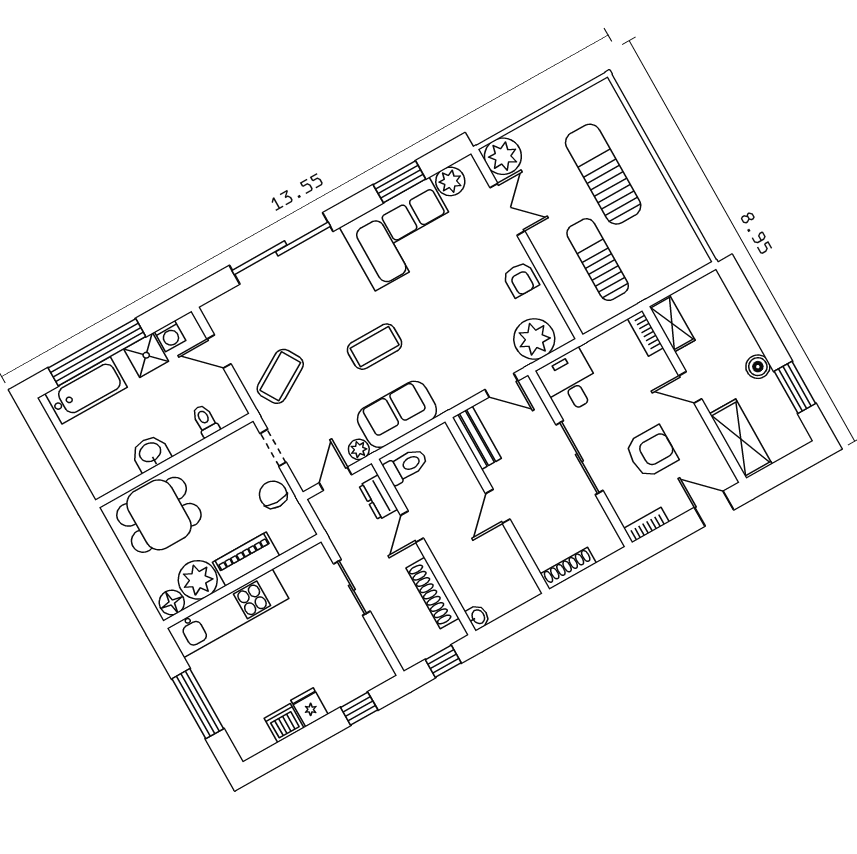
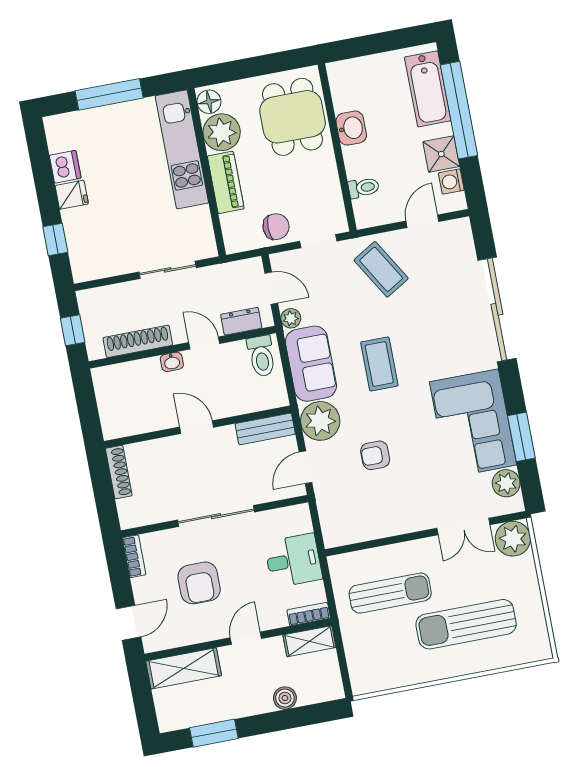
sun lounger: (603, 174) -> (466, 624), turned 180
armchair: (521, 279) -> (375, 455), moved
plant: (534, 339) -> (320, 421), moved
boiler: (758, 367) -> (285, 698), moved
desk: (570, 382) -> (293, 561), moved
washbasin: (478, 617) -> (172, 362), moved

